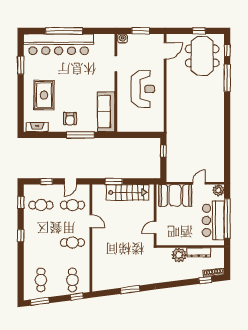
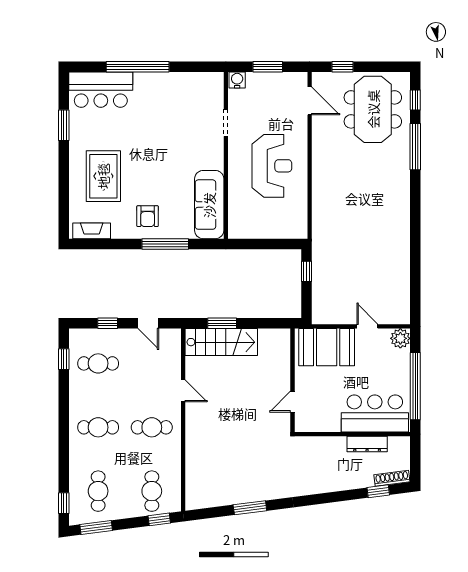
window: (199, 31) -> (342, 67), moved
bar counter: (59, 44) -> (101, 90), width x0.54
door: (165, 51) -> (310, 101), hinge flipped
door: (70, 181) -> (148, 323), hinge flipped
door: (199, 183) -> (367, 326), hinge flipped
stairs: (128, 192) -> (221, 342), moved
cafe table: (72, 205) -> (98, 427), moved
bar counter: (213, 220) -> (375, 413), moved, turned 90
window: (21, 236) -> (64, 503), moved
plant: (179, 255) -> (333, 449), removed

